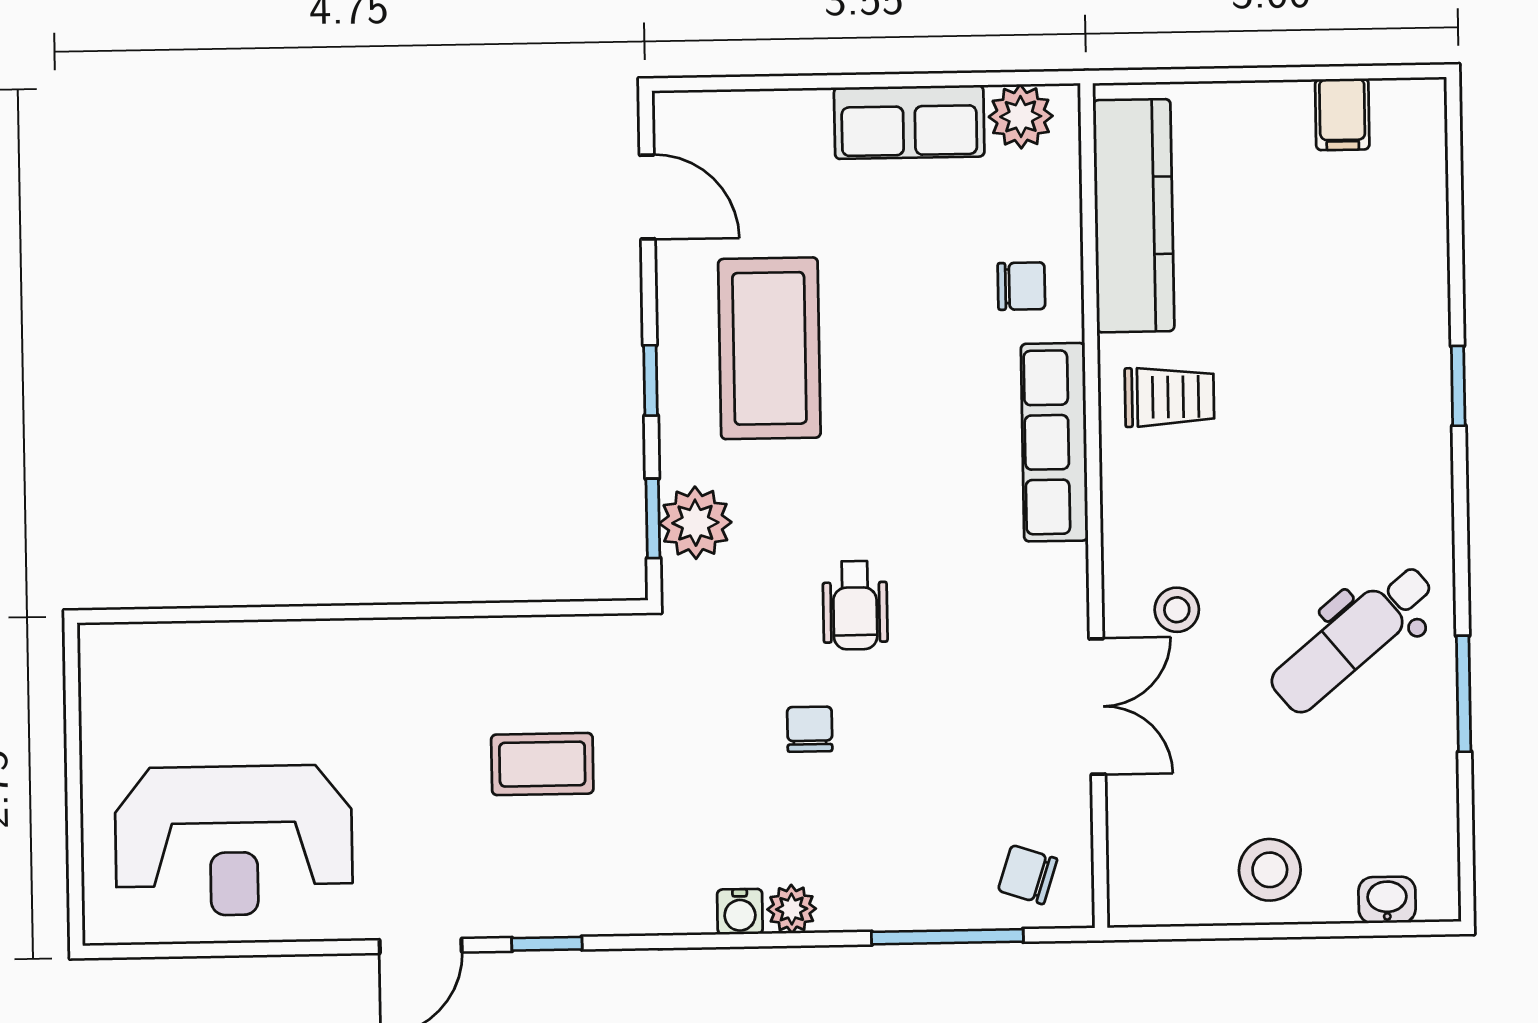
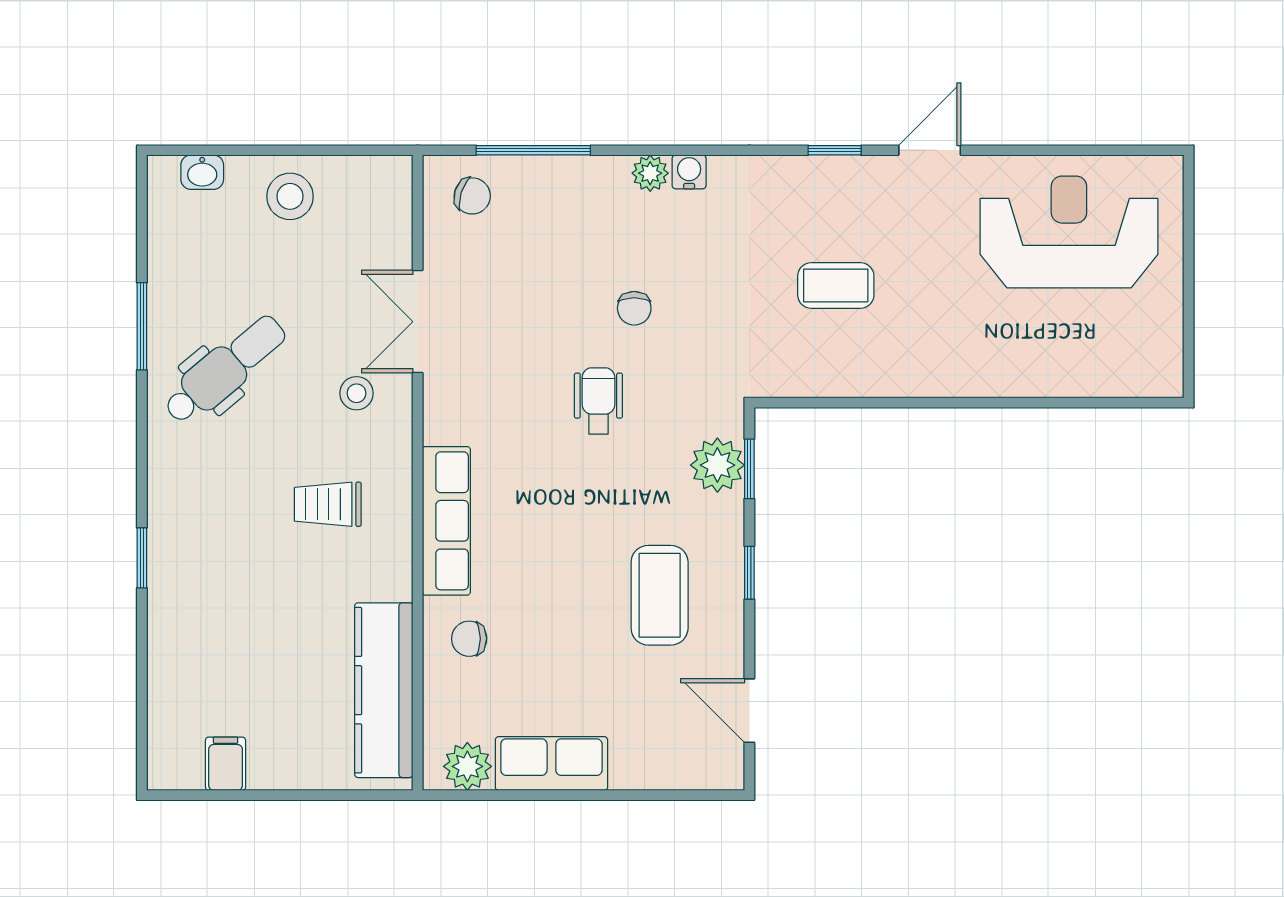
coffee table: (769, 348) -> (660, 595), width x0.73, depth x0.76
trolley: (1169, 397) -> (328, 504), moved

